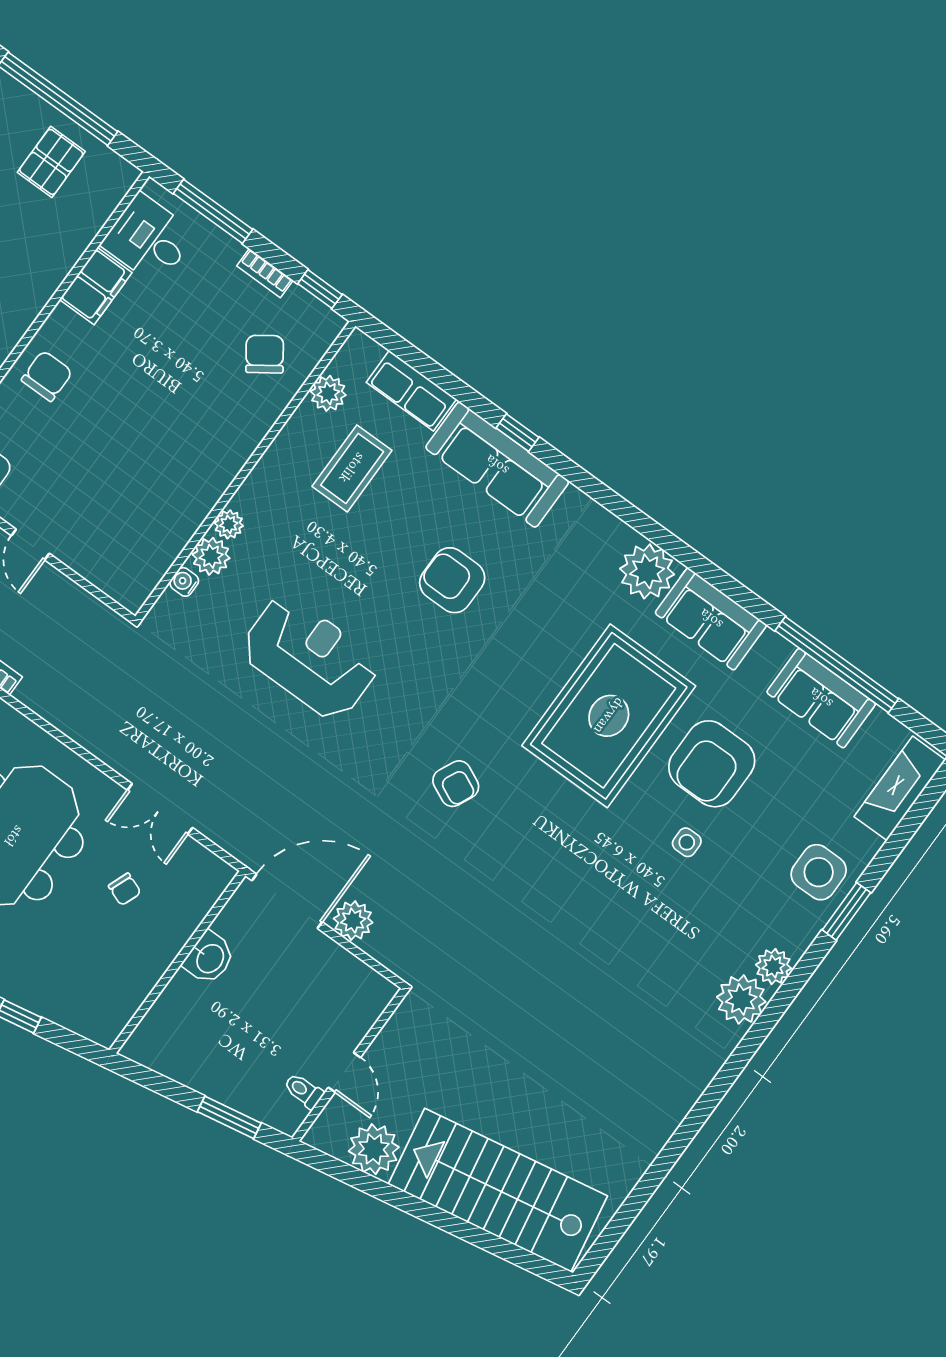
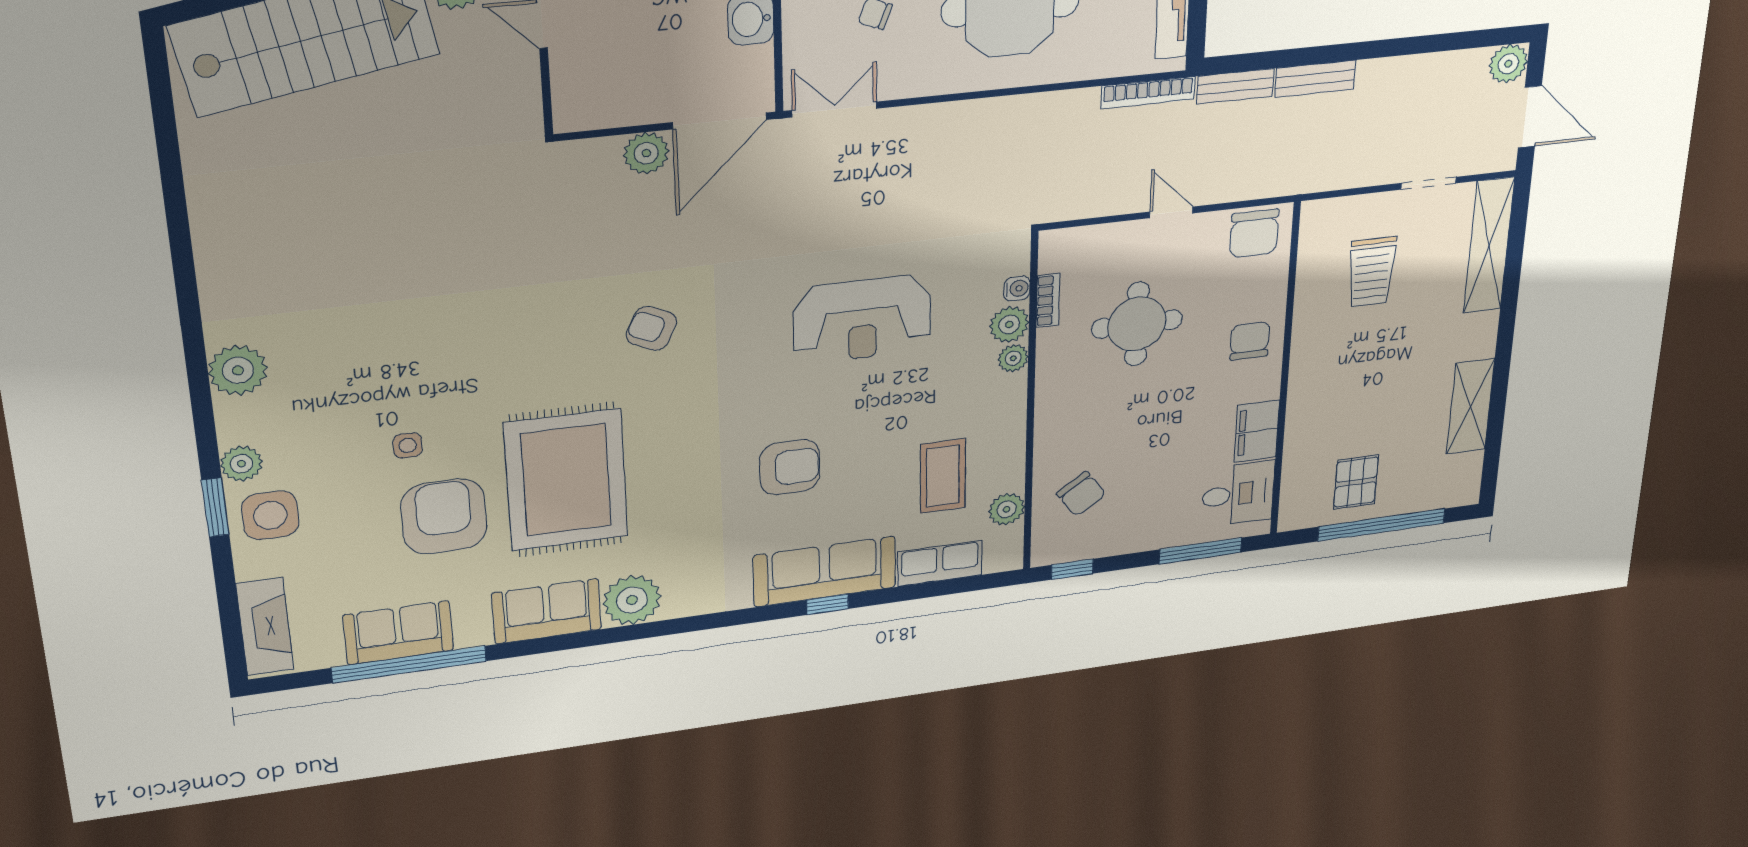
bookcase: (265, 273) -> (1048, 300), moved, turned 90
chair: (47, 376) -> (1250, 341), turned 180
round table: (120, 470) -> (1137, 324), added
double door: (160, 809) -> (834, 109), moved
plant: (773, 967) -> (241, 464), moved

